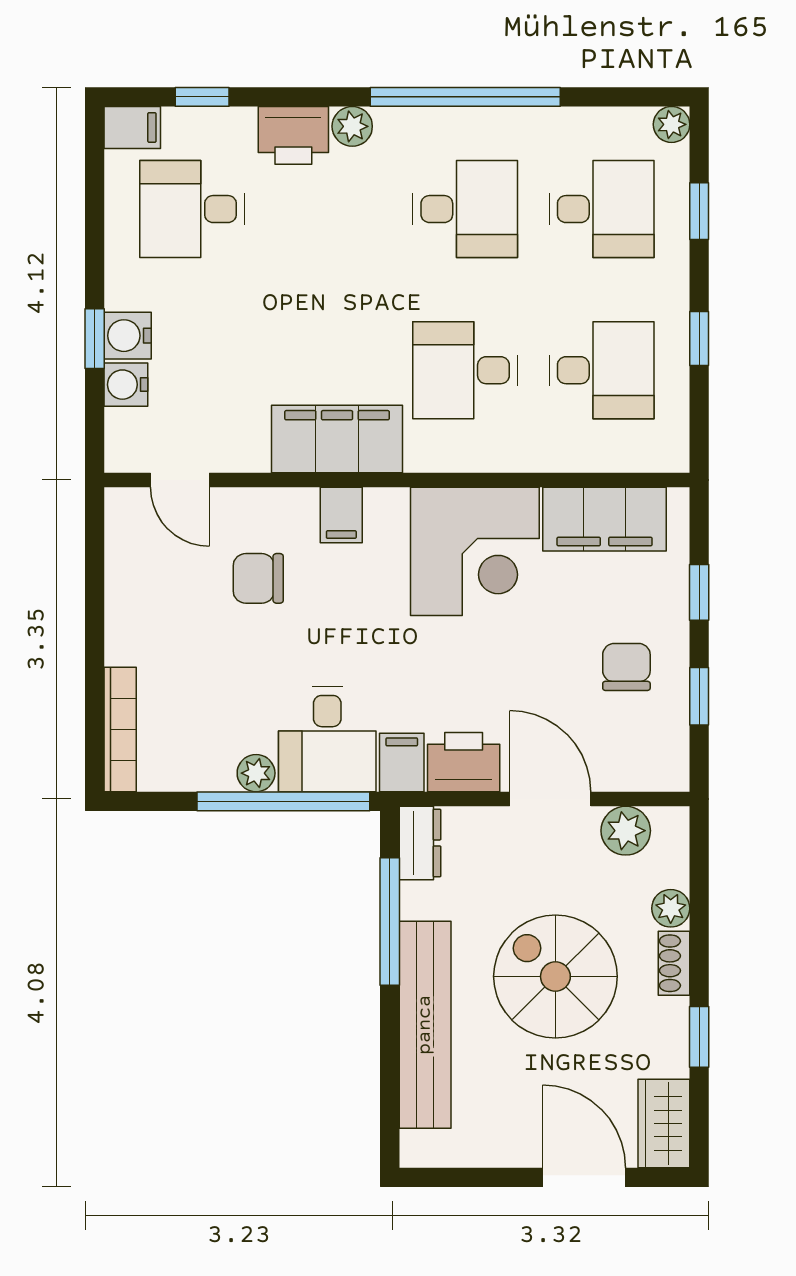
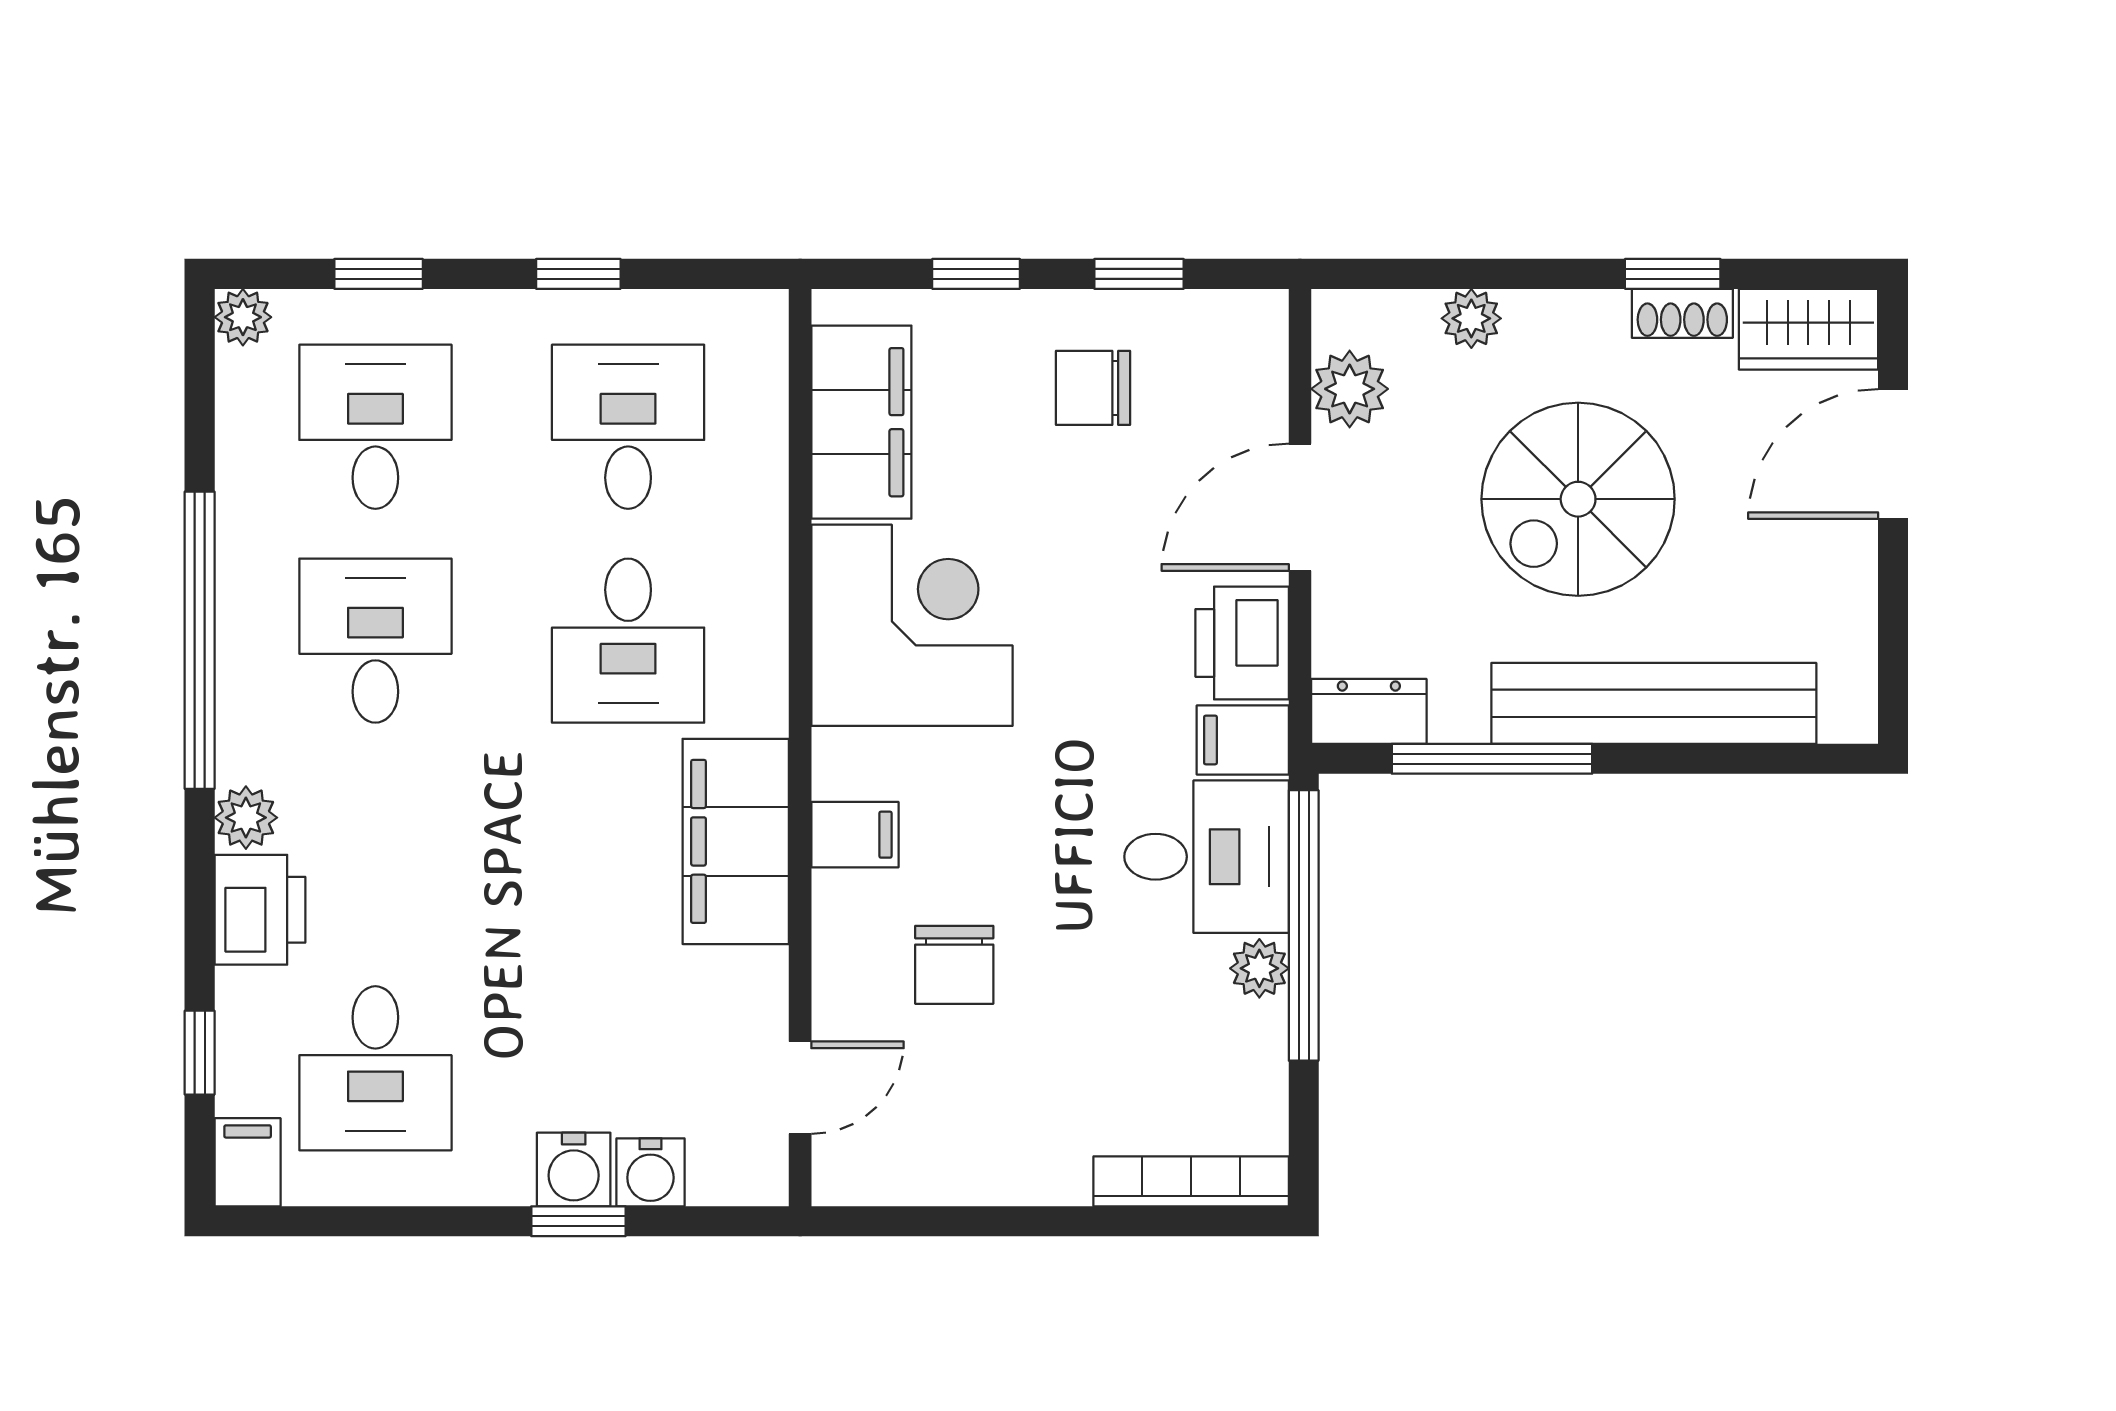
shoe rack: (674, 963) -> (1682, 313), moved

